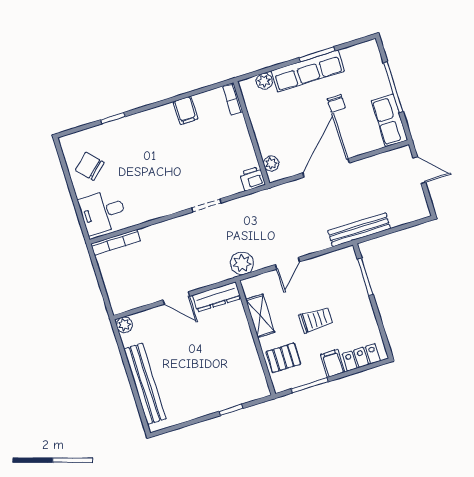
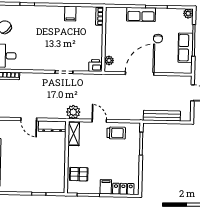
row of seats: (308, 71) -> (141, 14), width x0.68
plant: (264, 81) -> (188, 13), moved
row of seats: (389, 120) -> (185, 48), moved
bench: (359, 230) -> (162, 116), moved
door: (287, 263) -> (99, 121), swing flipped
shelving: (260, 316) -> (74, 134), moved
trolley: (316, 320) -> (116, 133), moved

